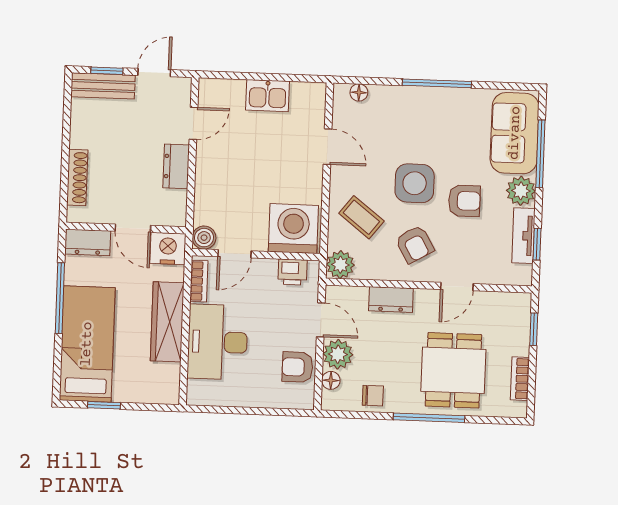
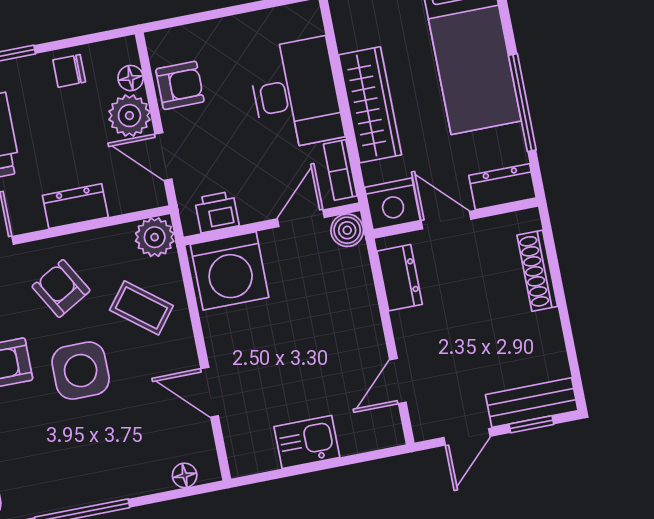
dresser: (176, 166) -> (400, 278), moved

